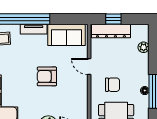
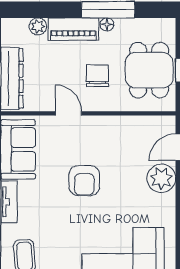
door: (89, 67) -> (69, 113), swing flipped
piano: (142, 70) -> (73, 29), added

